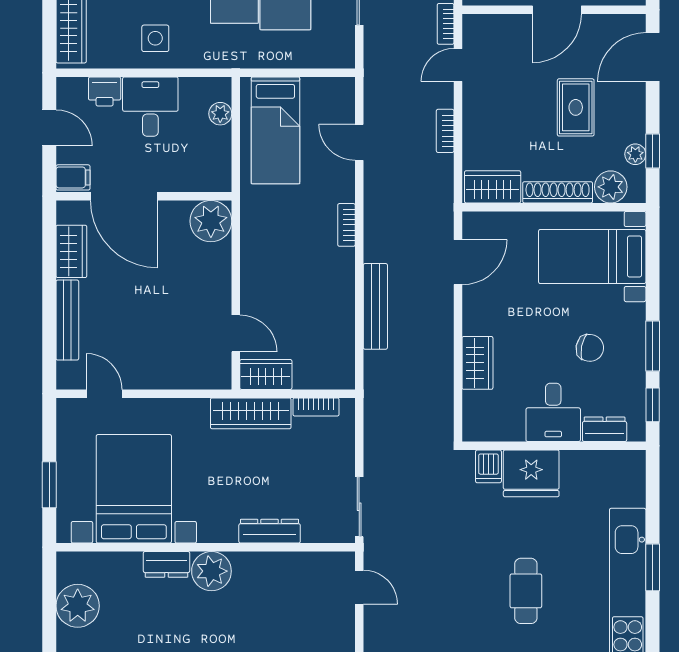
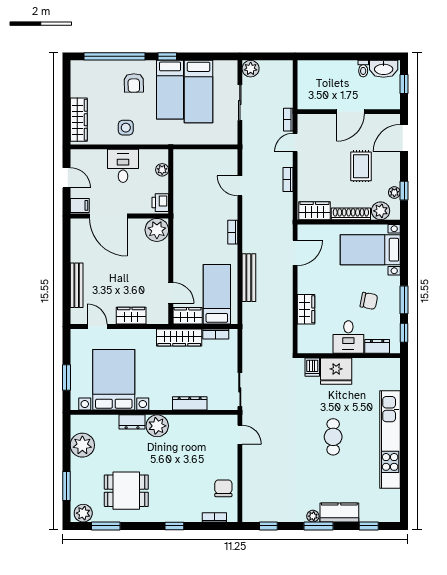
printer: (105, 91) -> (160, 203), moved, turned 90
bed: (275, 130) -> (217, 294), moved, turned 180
wardrobe: (71, 251) -> (131, 316), moved, turned -90
window: (653, 567) -> (404, 424), removed

